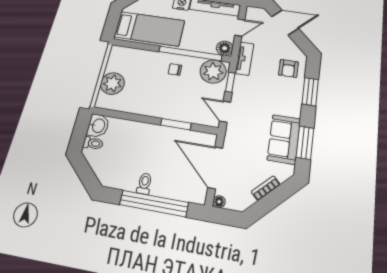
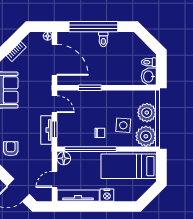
tv unit: (245, 59) -> (46, 130), moved
plant: (213, 72) -> (146, 136), moved
side table: (145, 74) -> (123, 125), added

